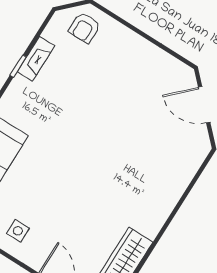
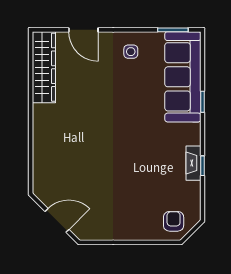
fireplace: (36, 59) -> (193, 163), moved

